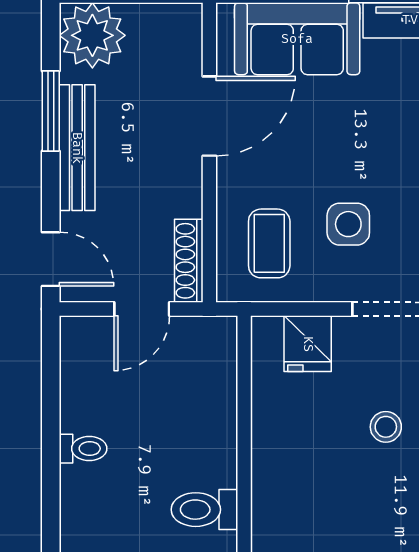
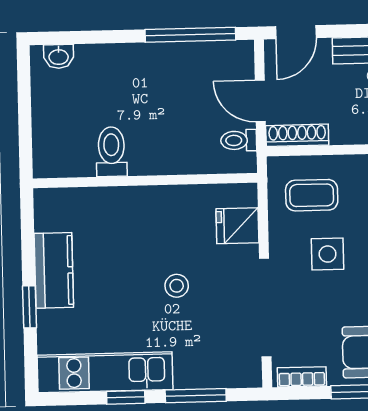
window: (51, 400) -> (190, 35), added
toilet: (83, 449) -> (239, 140), moved, turned 90

